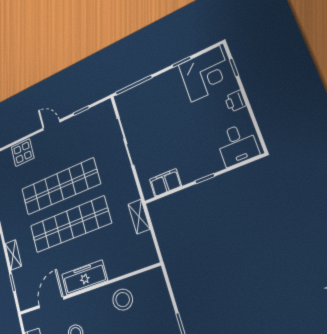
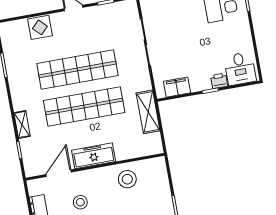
printer: (235, 101) -> (219, 81), moved, turned 90
shelving: (139, 217) -> (148, 112), width x1.50, depth x1.33

